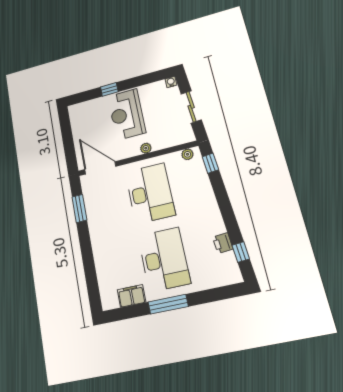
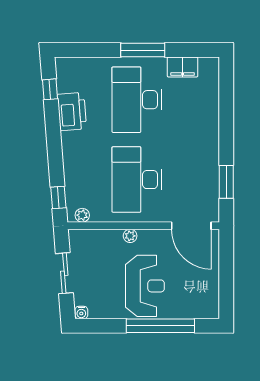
window: (109, 89) -> (160, 326), width x3.17
printer: (223, 243) -> (72, 112), width x1.87, depth x1.48

